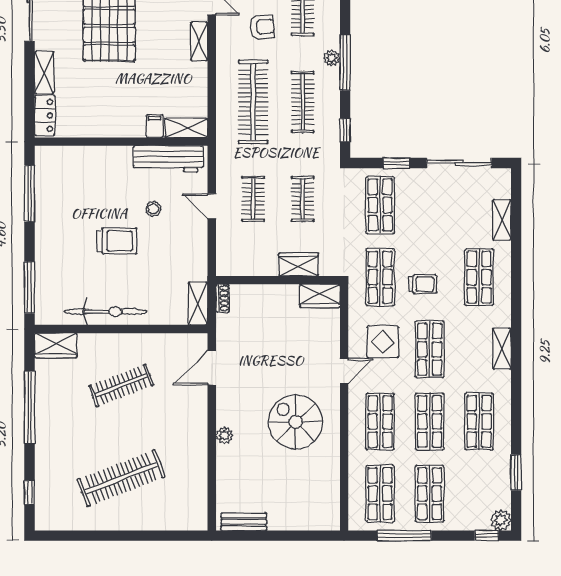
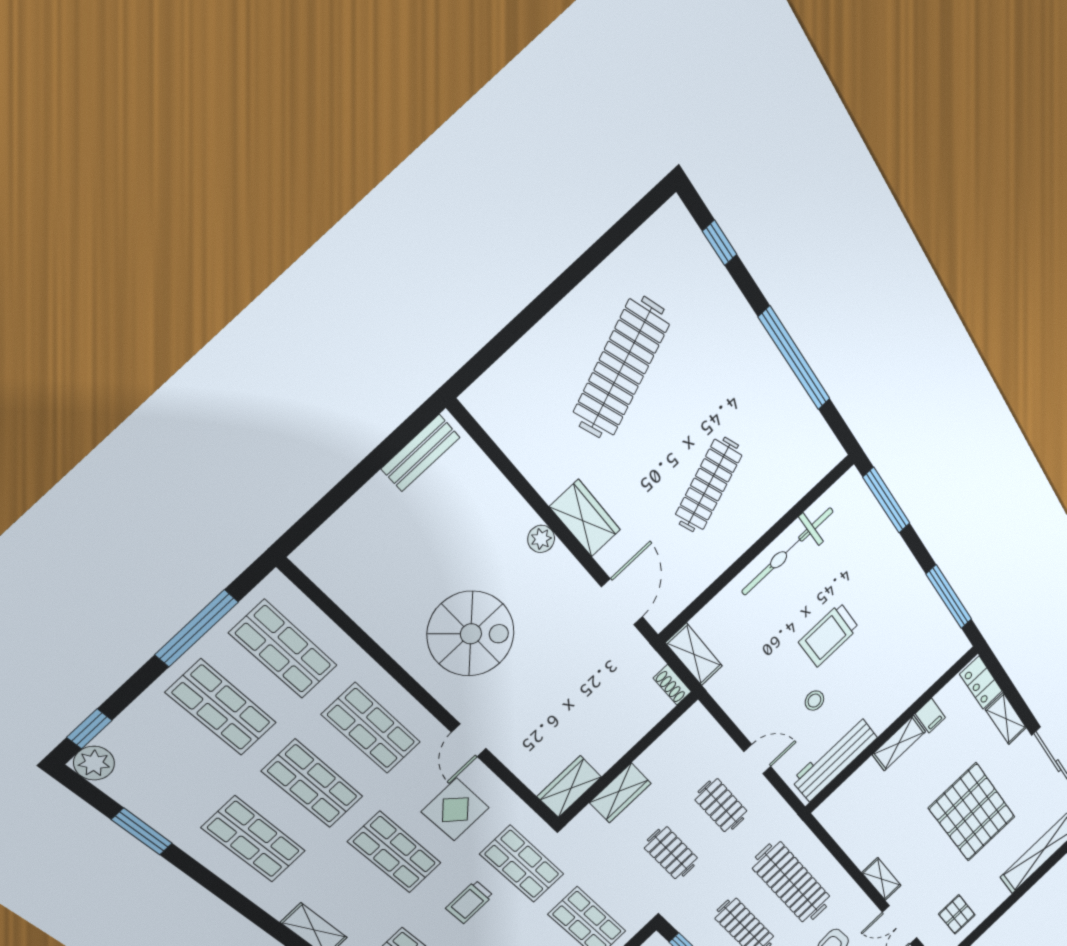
filing cabinet: (155, 126) -> (930, 716), moved
shelving: (186, 128) -> (899, 743), moved
wardrobe: (56, 345) -> (585, 518), moved, turned 90

